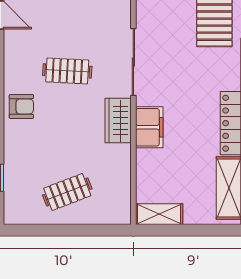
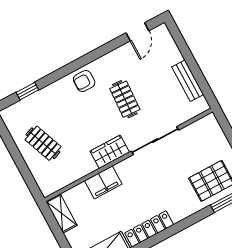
armchair: (21, 106) -> (84, 81), turned 90
filing cabinet: (149, 127) -> (103, 182), moved

